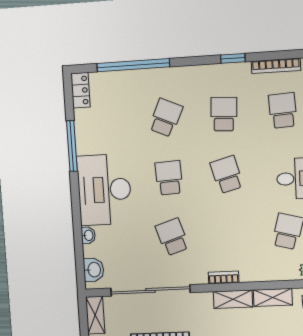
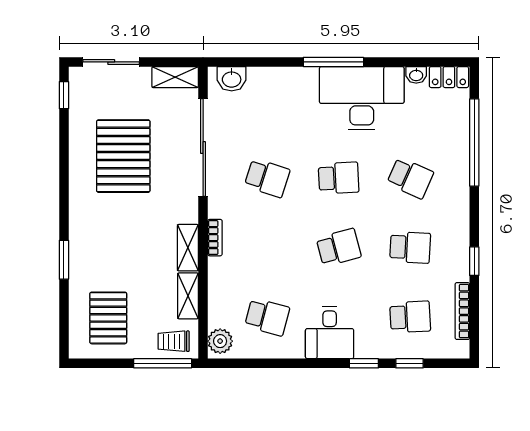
window: (72, 146) -> (333, 62), moved
desk: (104, 190) -> (362, 98), moved
washbasin: (88, 235) -> (416, 75), moved
school desk: (172, 237) -> (267, 178), turned 36

